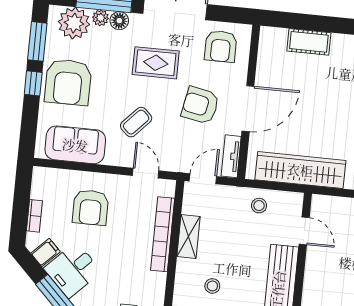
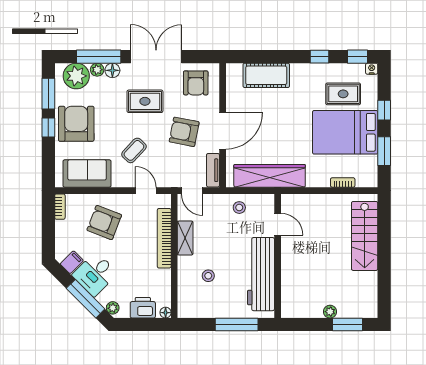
cot: (309, 42) -> (266, 75), width x1.37, depth x1.34
armchair: (68, 82) -> (76, 124), turned 180
door: (203, 179) -> (192, 191), swing flipped
armchair: (90, 207) -> (104, 223), turned 111
bookcase: (34, 216) -> (60, 207), moved

